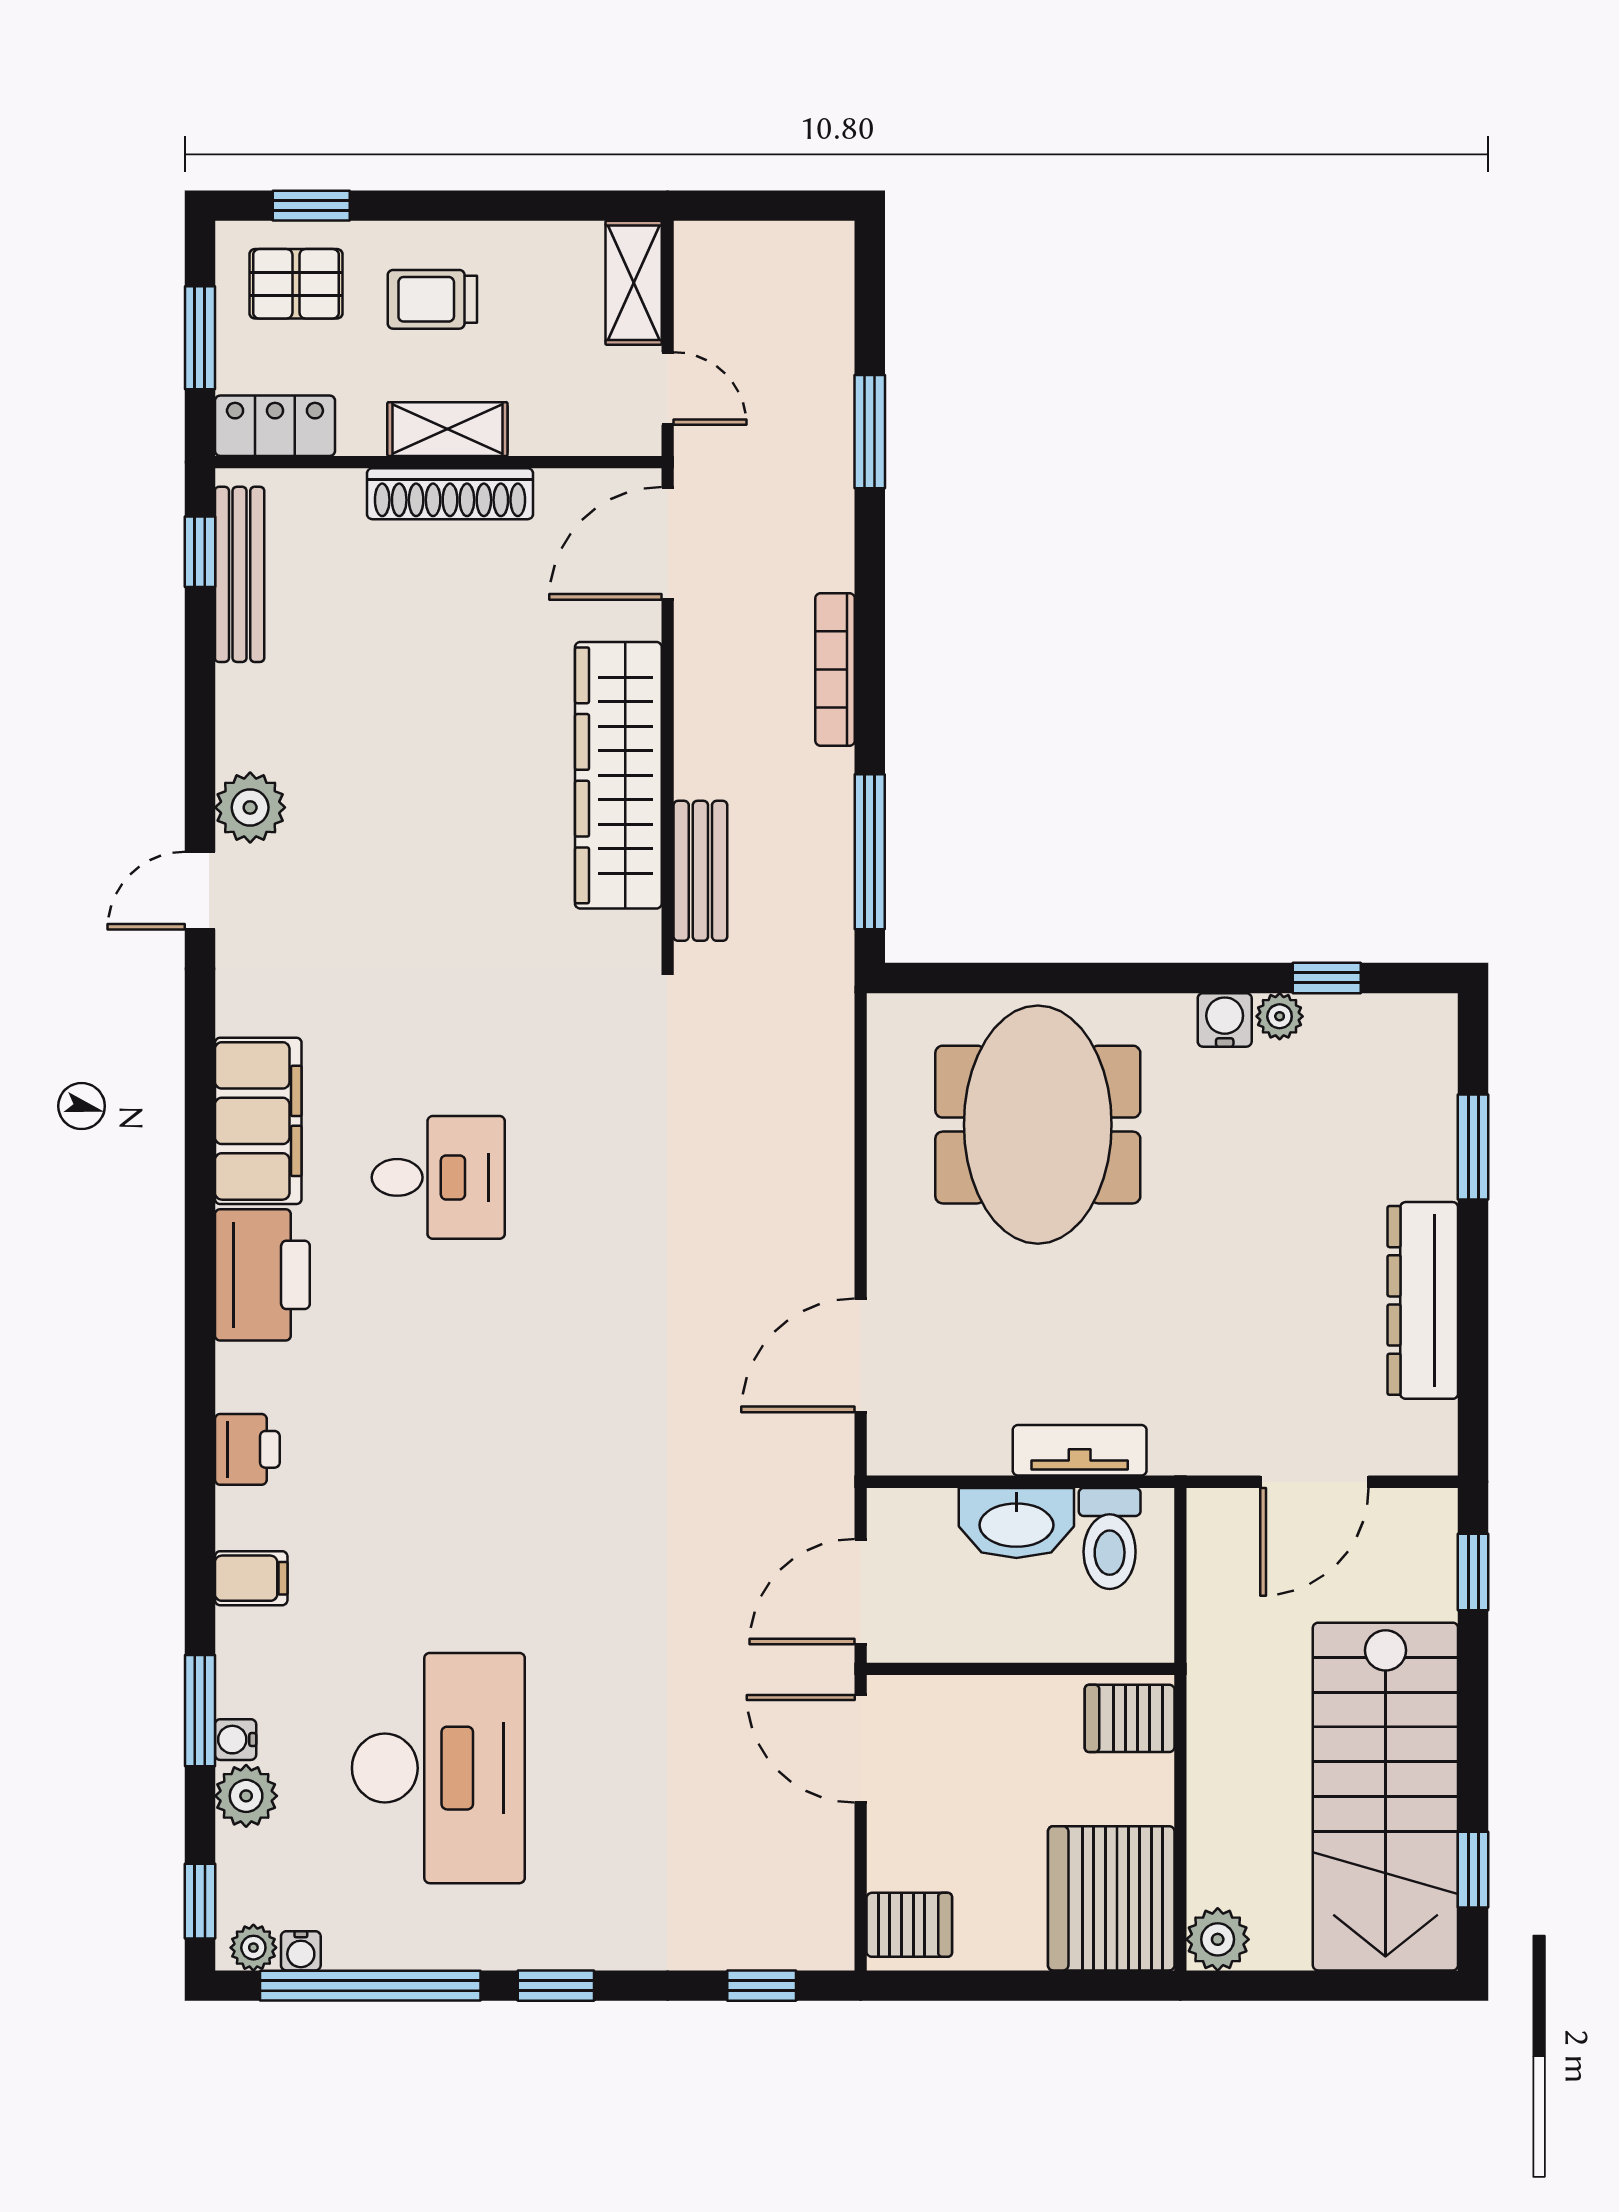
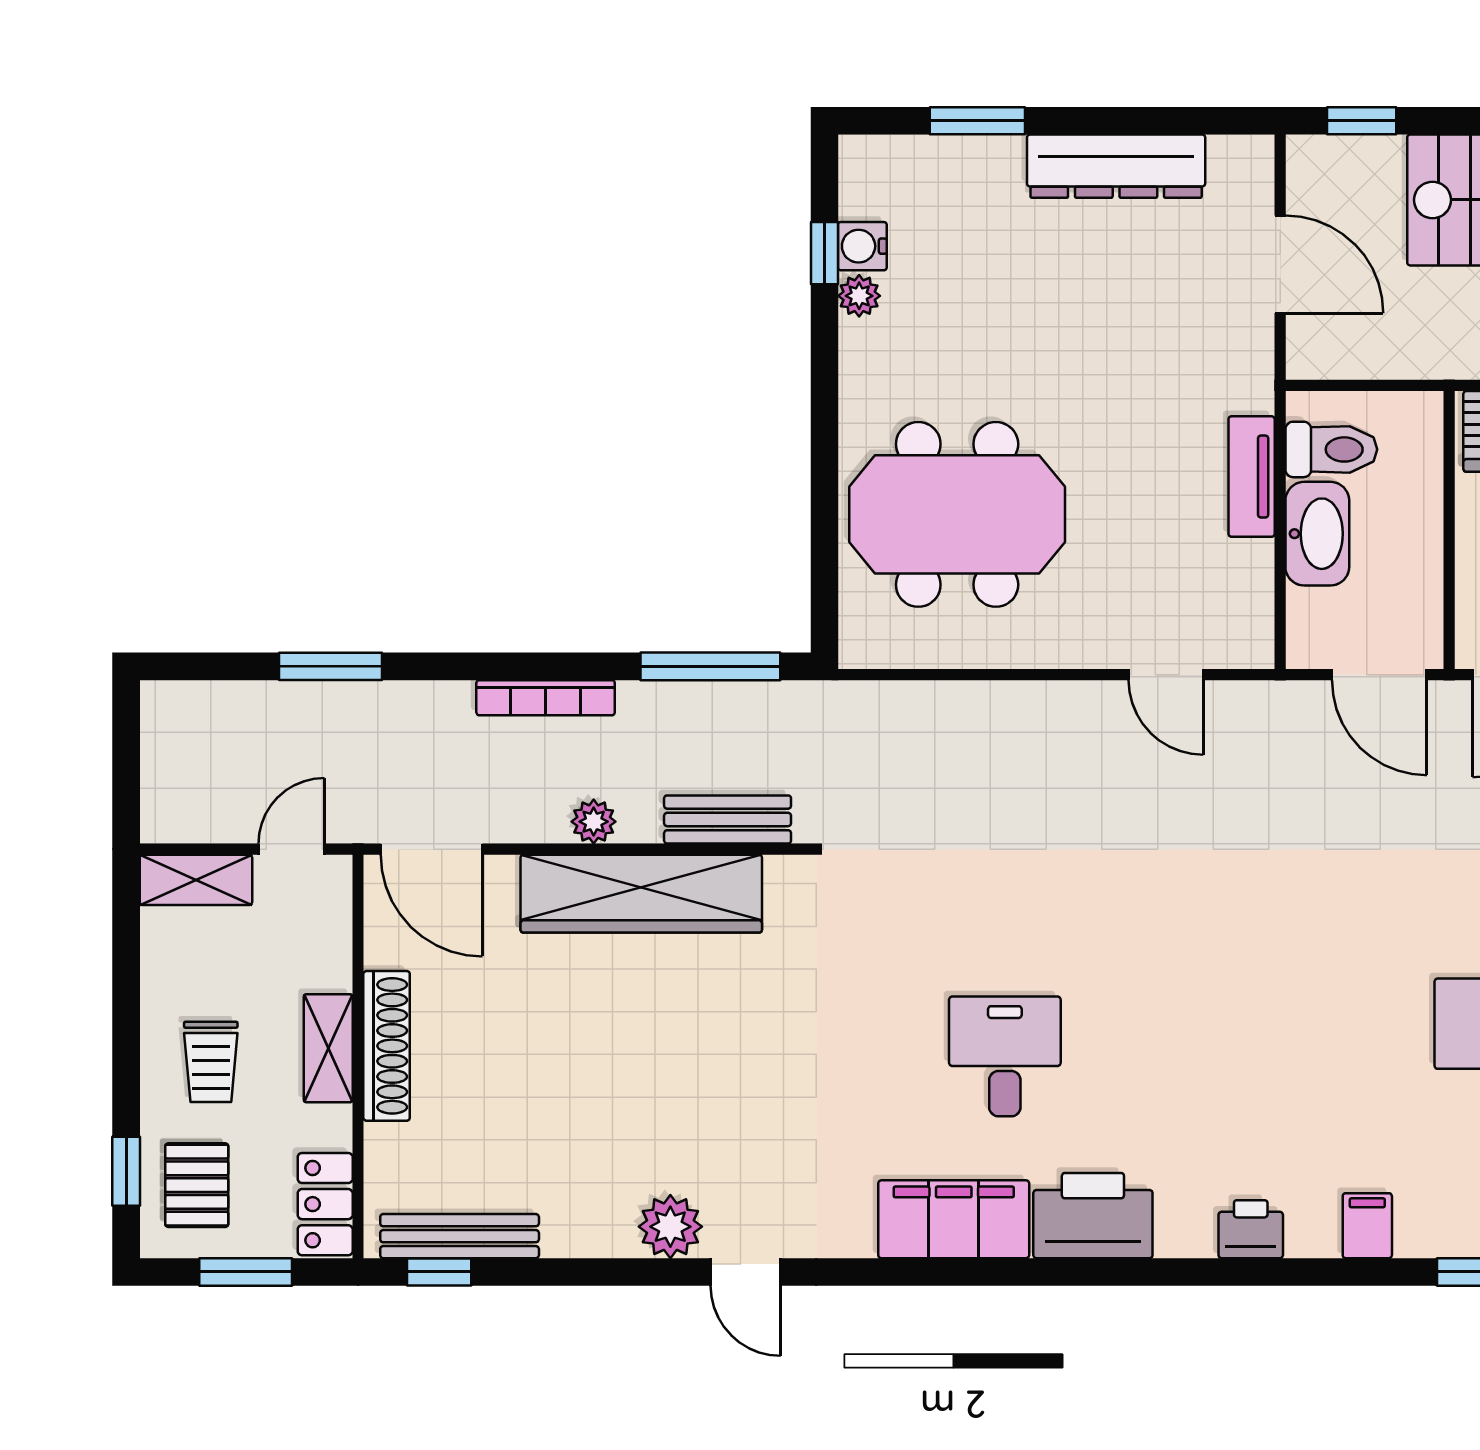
plant: (698, 723) -> (594, 822), added
water cooler: (1225, 1020) -> (862, 246), moved
door: (861, 1355) -> (1166, 675), width x0.73

